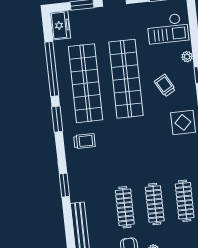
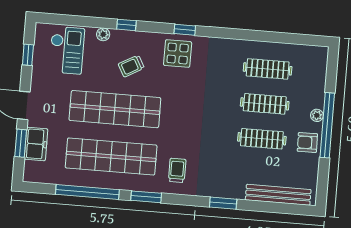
freezer: (60, 25) -> (36, 144), moved, turned 90

